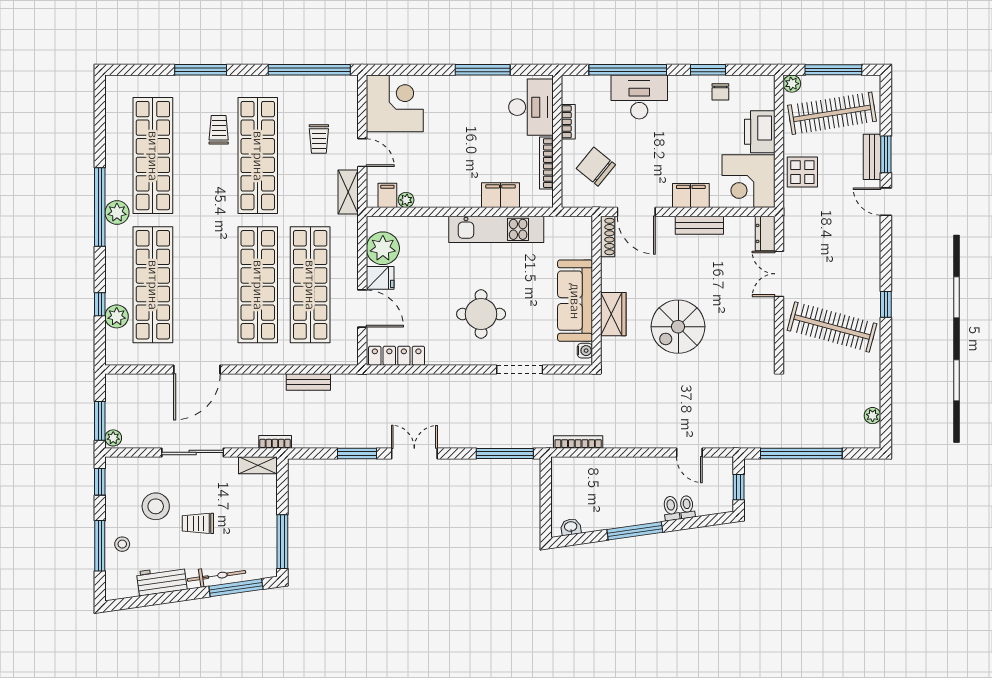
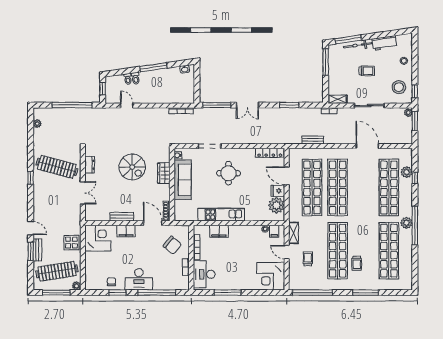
desk: (639, 97) -> (139, 279), moved
printer: (760, 132) -> (92, 262), removed
dresser: (765, 233) -> (90, 165), moved
spiral stairs: (678, 327) -> (132, 167), turned 90
door: (197, 369) -> (367, 146), hinge flipped
double door: (414, 453) -> (248, 105), moved
stool: (156, 506) -> (399, 87), moved
window: (100, 546) -> (415, 60), removed

